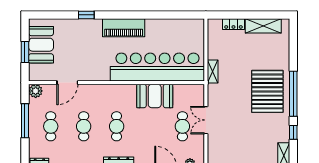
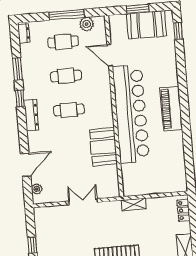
window: (86, 15) -> (178, 31), moved
locker: (233, 24) -> (183, 210), moved
bar counter: (157, 67) -> (131, 114), moved
plant: (36, 91) -> (87, 24), moved
cafe table: (182, 126) -> (75, 178), removed

